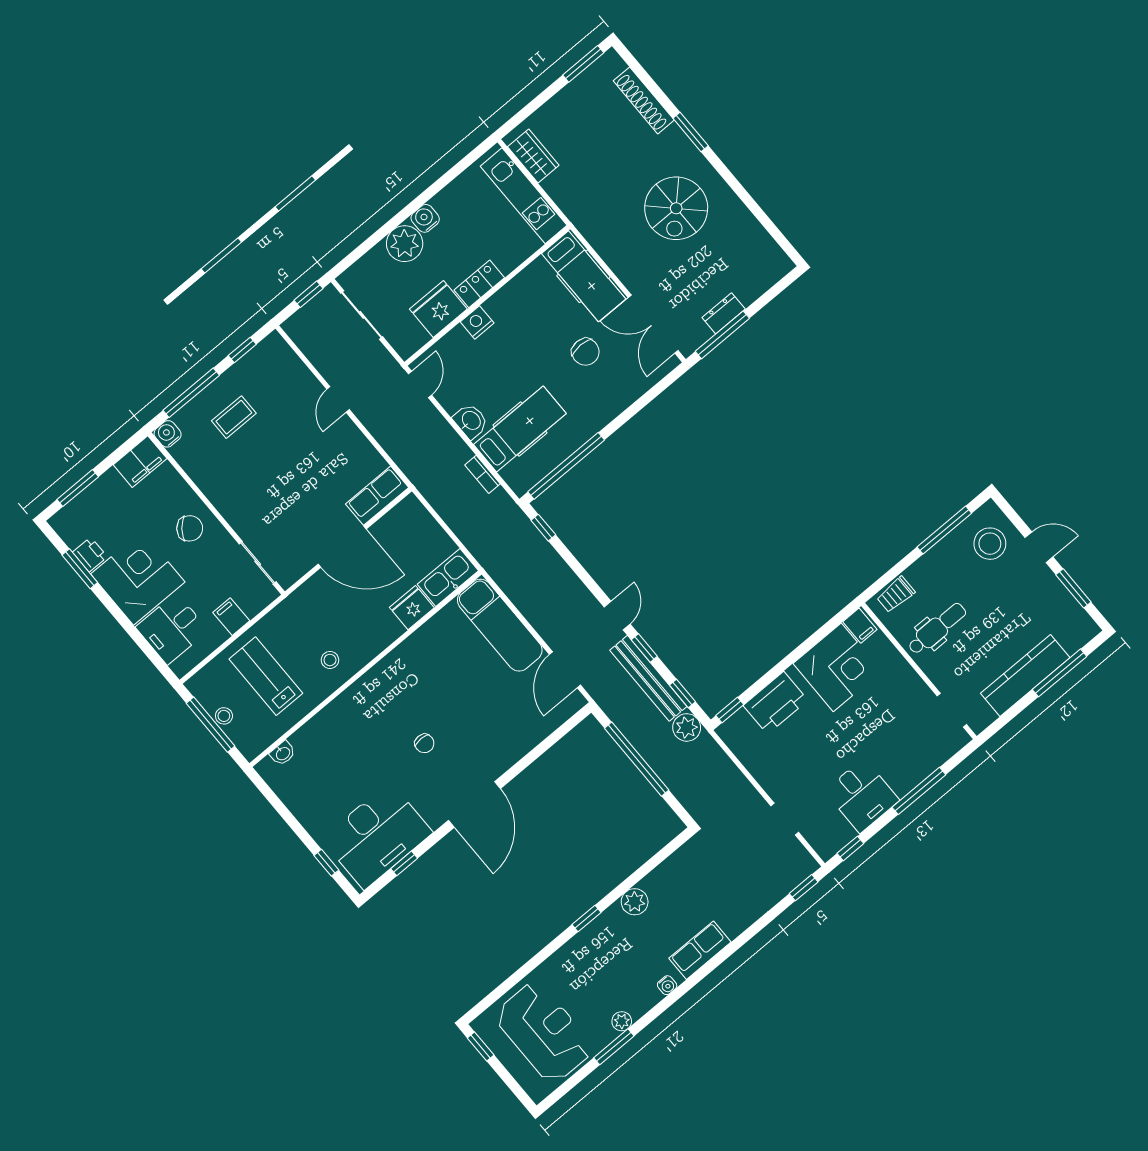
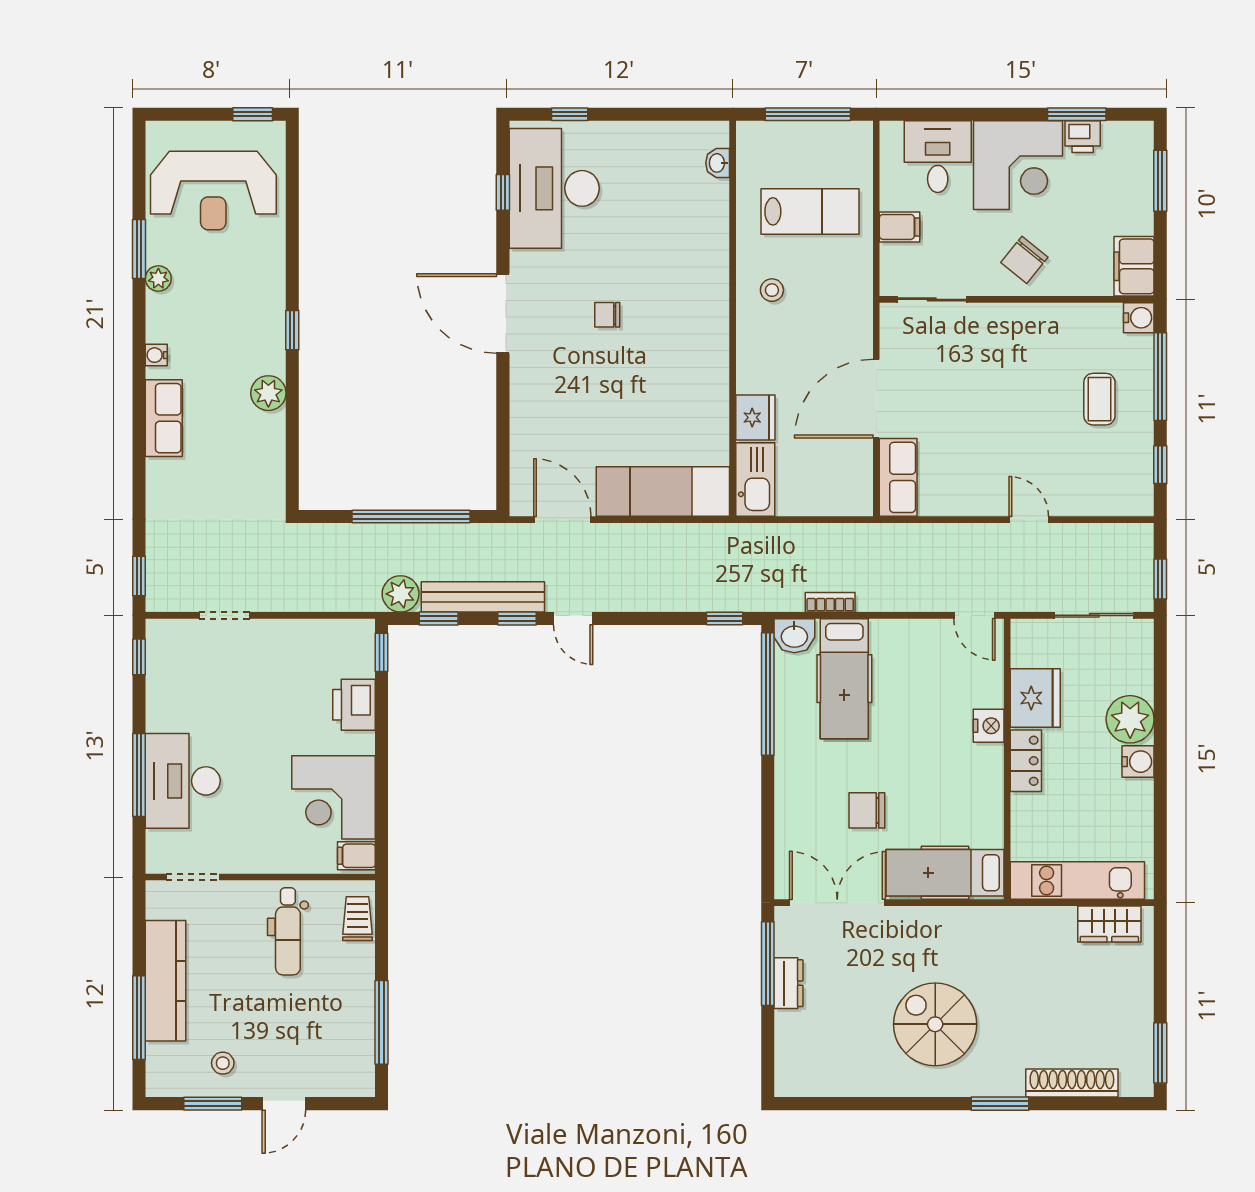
washbasin: (471, 421) -> (794, 636), moved
stool: (990, 544) -> (223, 1063), moved, width x0.53, depth x0.53
printer: (776, 703) -> (354, 705), width x0.73, depth x0.84
stool: (224, 716) -> (805, 135), removed
desk: (862, 796) -> (183, 781), moved, width x1.37

